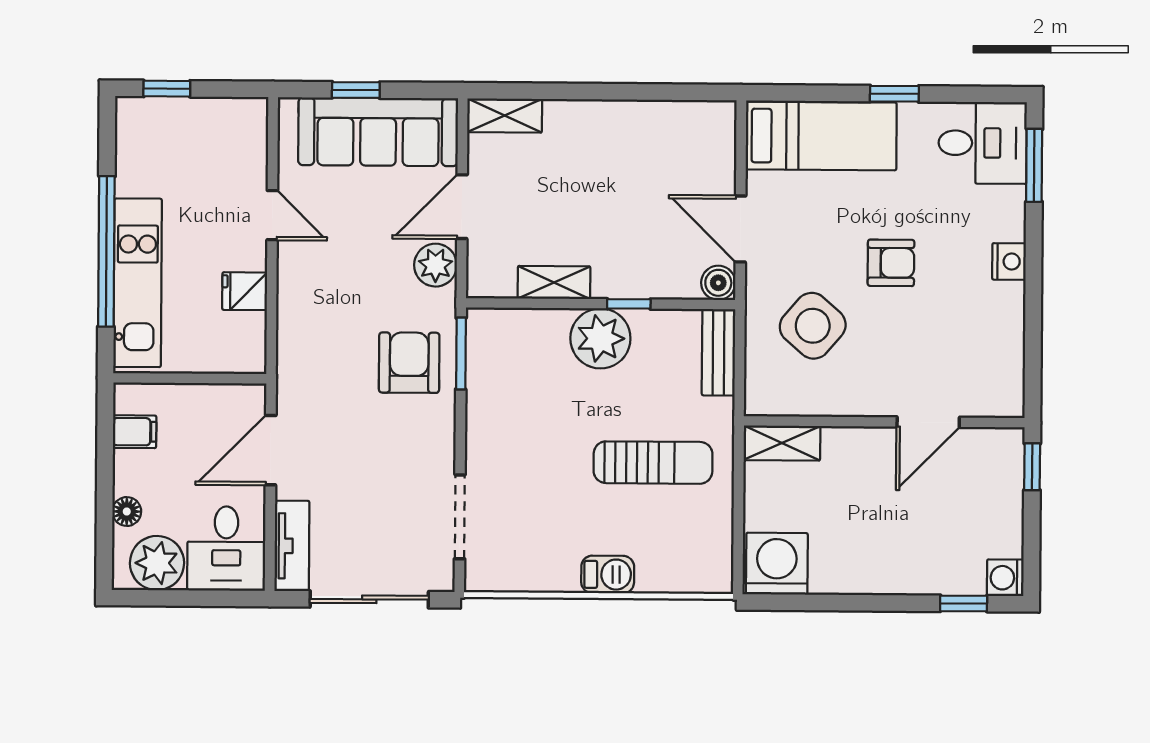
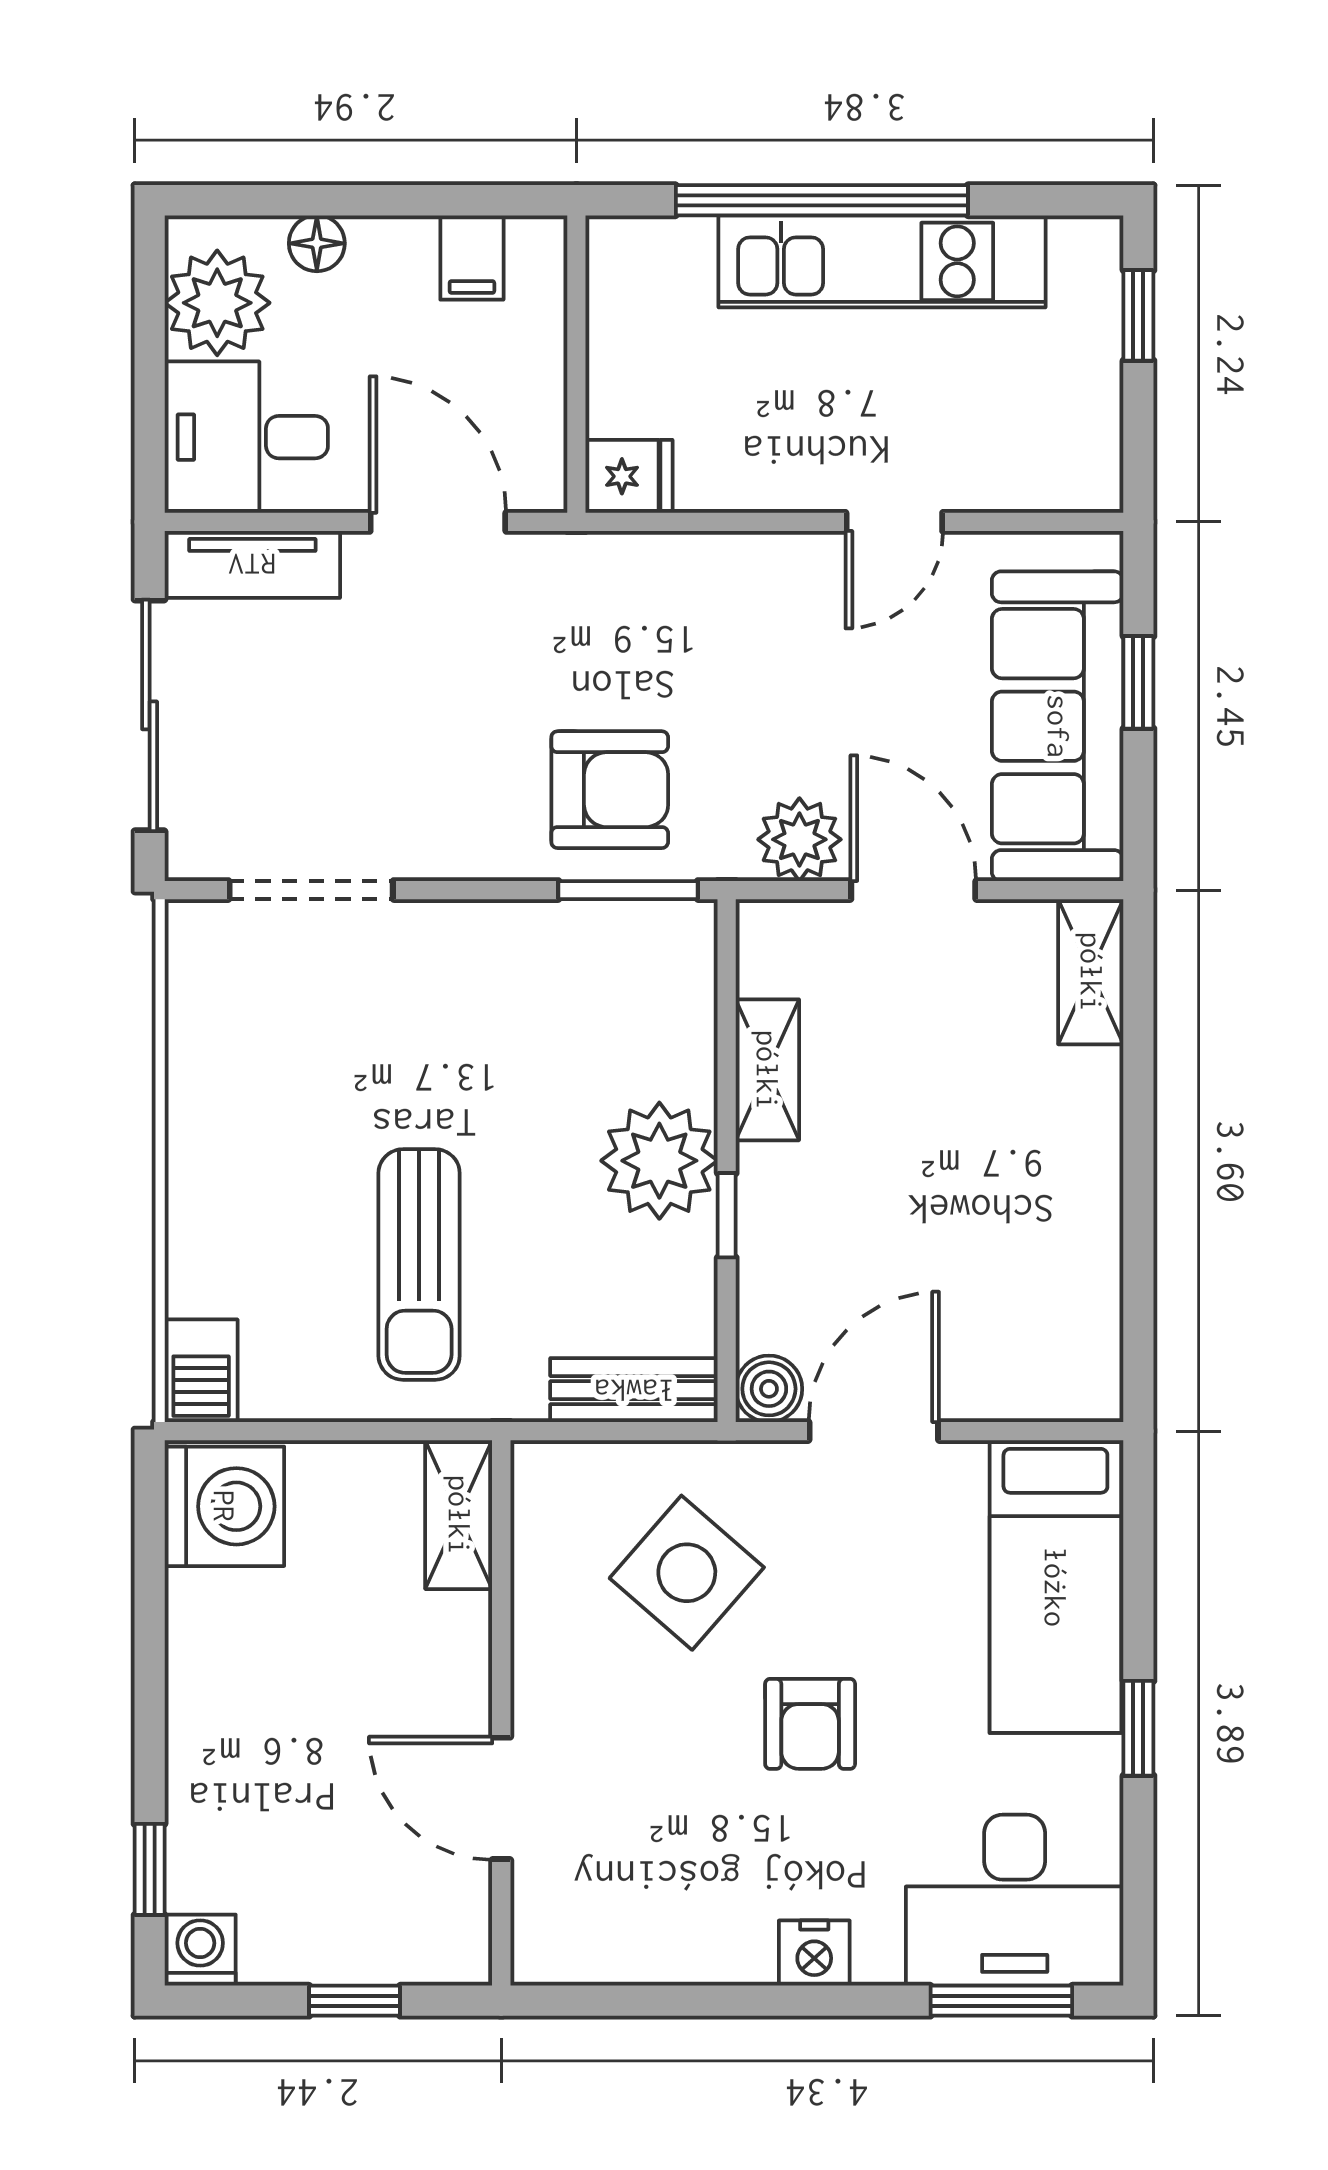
desk: (983, 143) -> (1015, 1900), width x1.37
kitchen unit: (138, 283) -> (882, 261), moved
fridge: (245, 291) -> (629, 476), moved, turned 90
window: (1032, 467) -> (355, 2001), moved
barbecue: (608, 574) -> (201, 1371), moved

